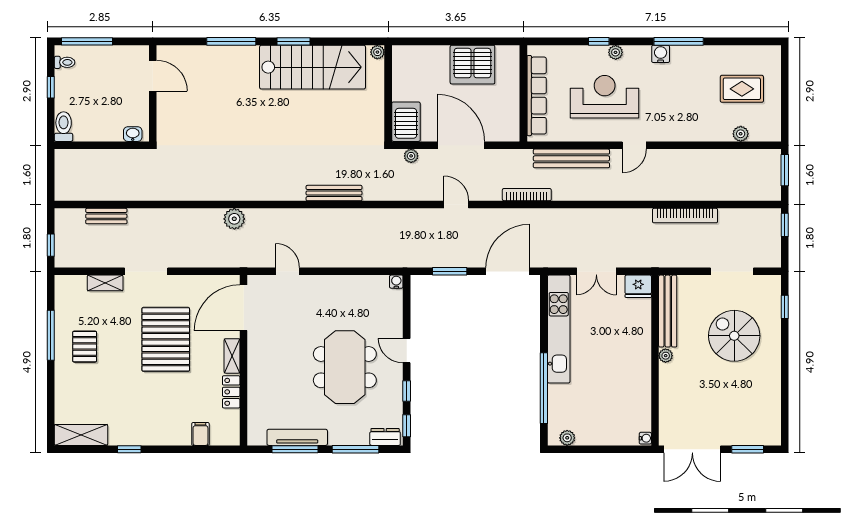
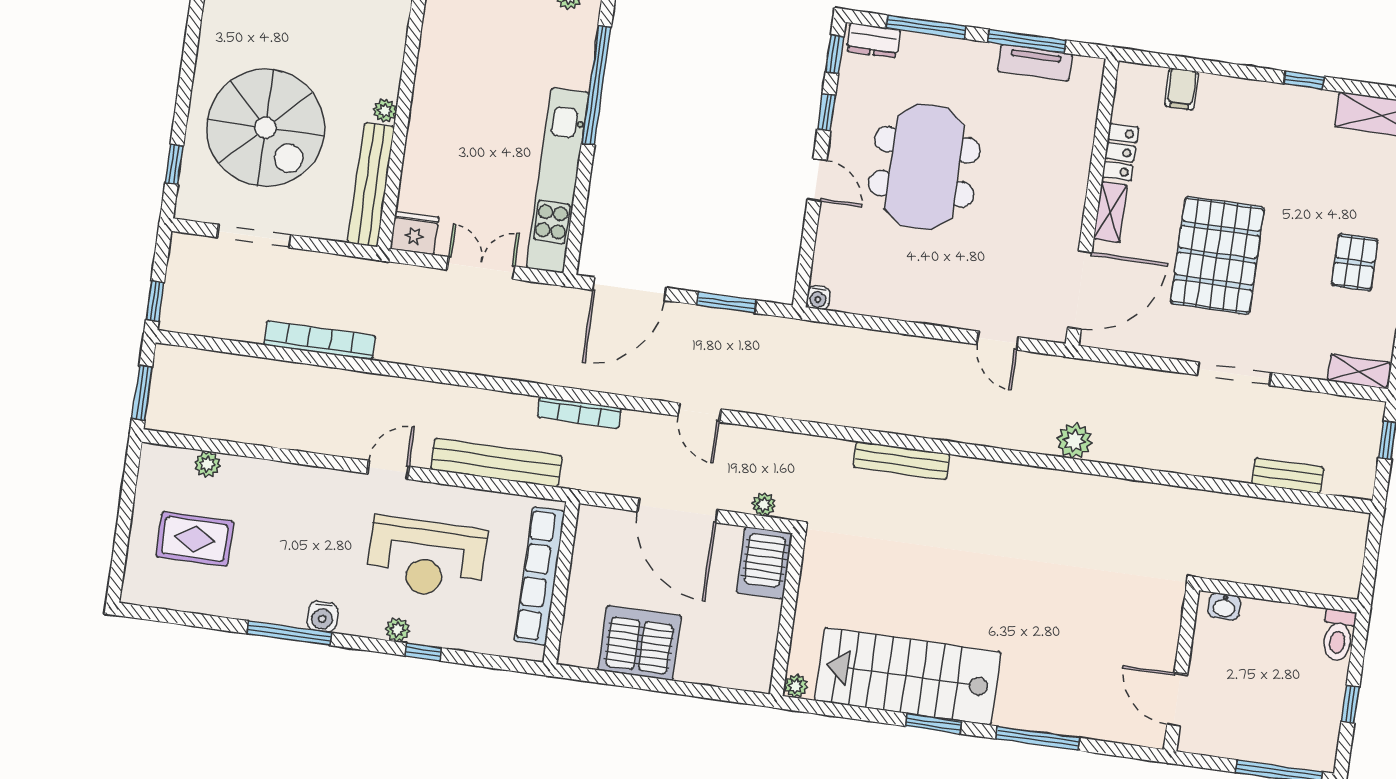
toilet: (65, 62) -> (1321, 742), removed
shelving: (105, 283) -> (1359, 371), moved
spiral stairs: (734, 336) -> (266, 128), width x1.37, depth x1.37
tv unit: (297, 437) -> (1035, 63), width x0.71

